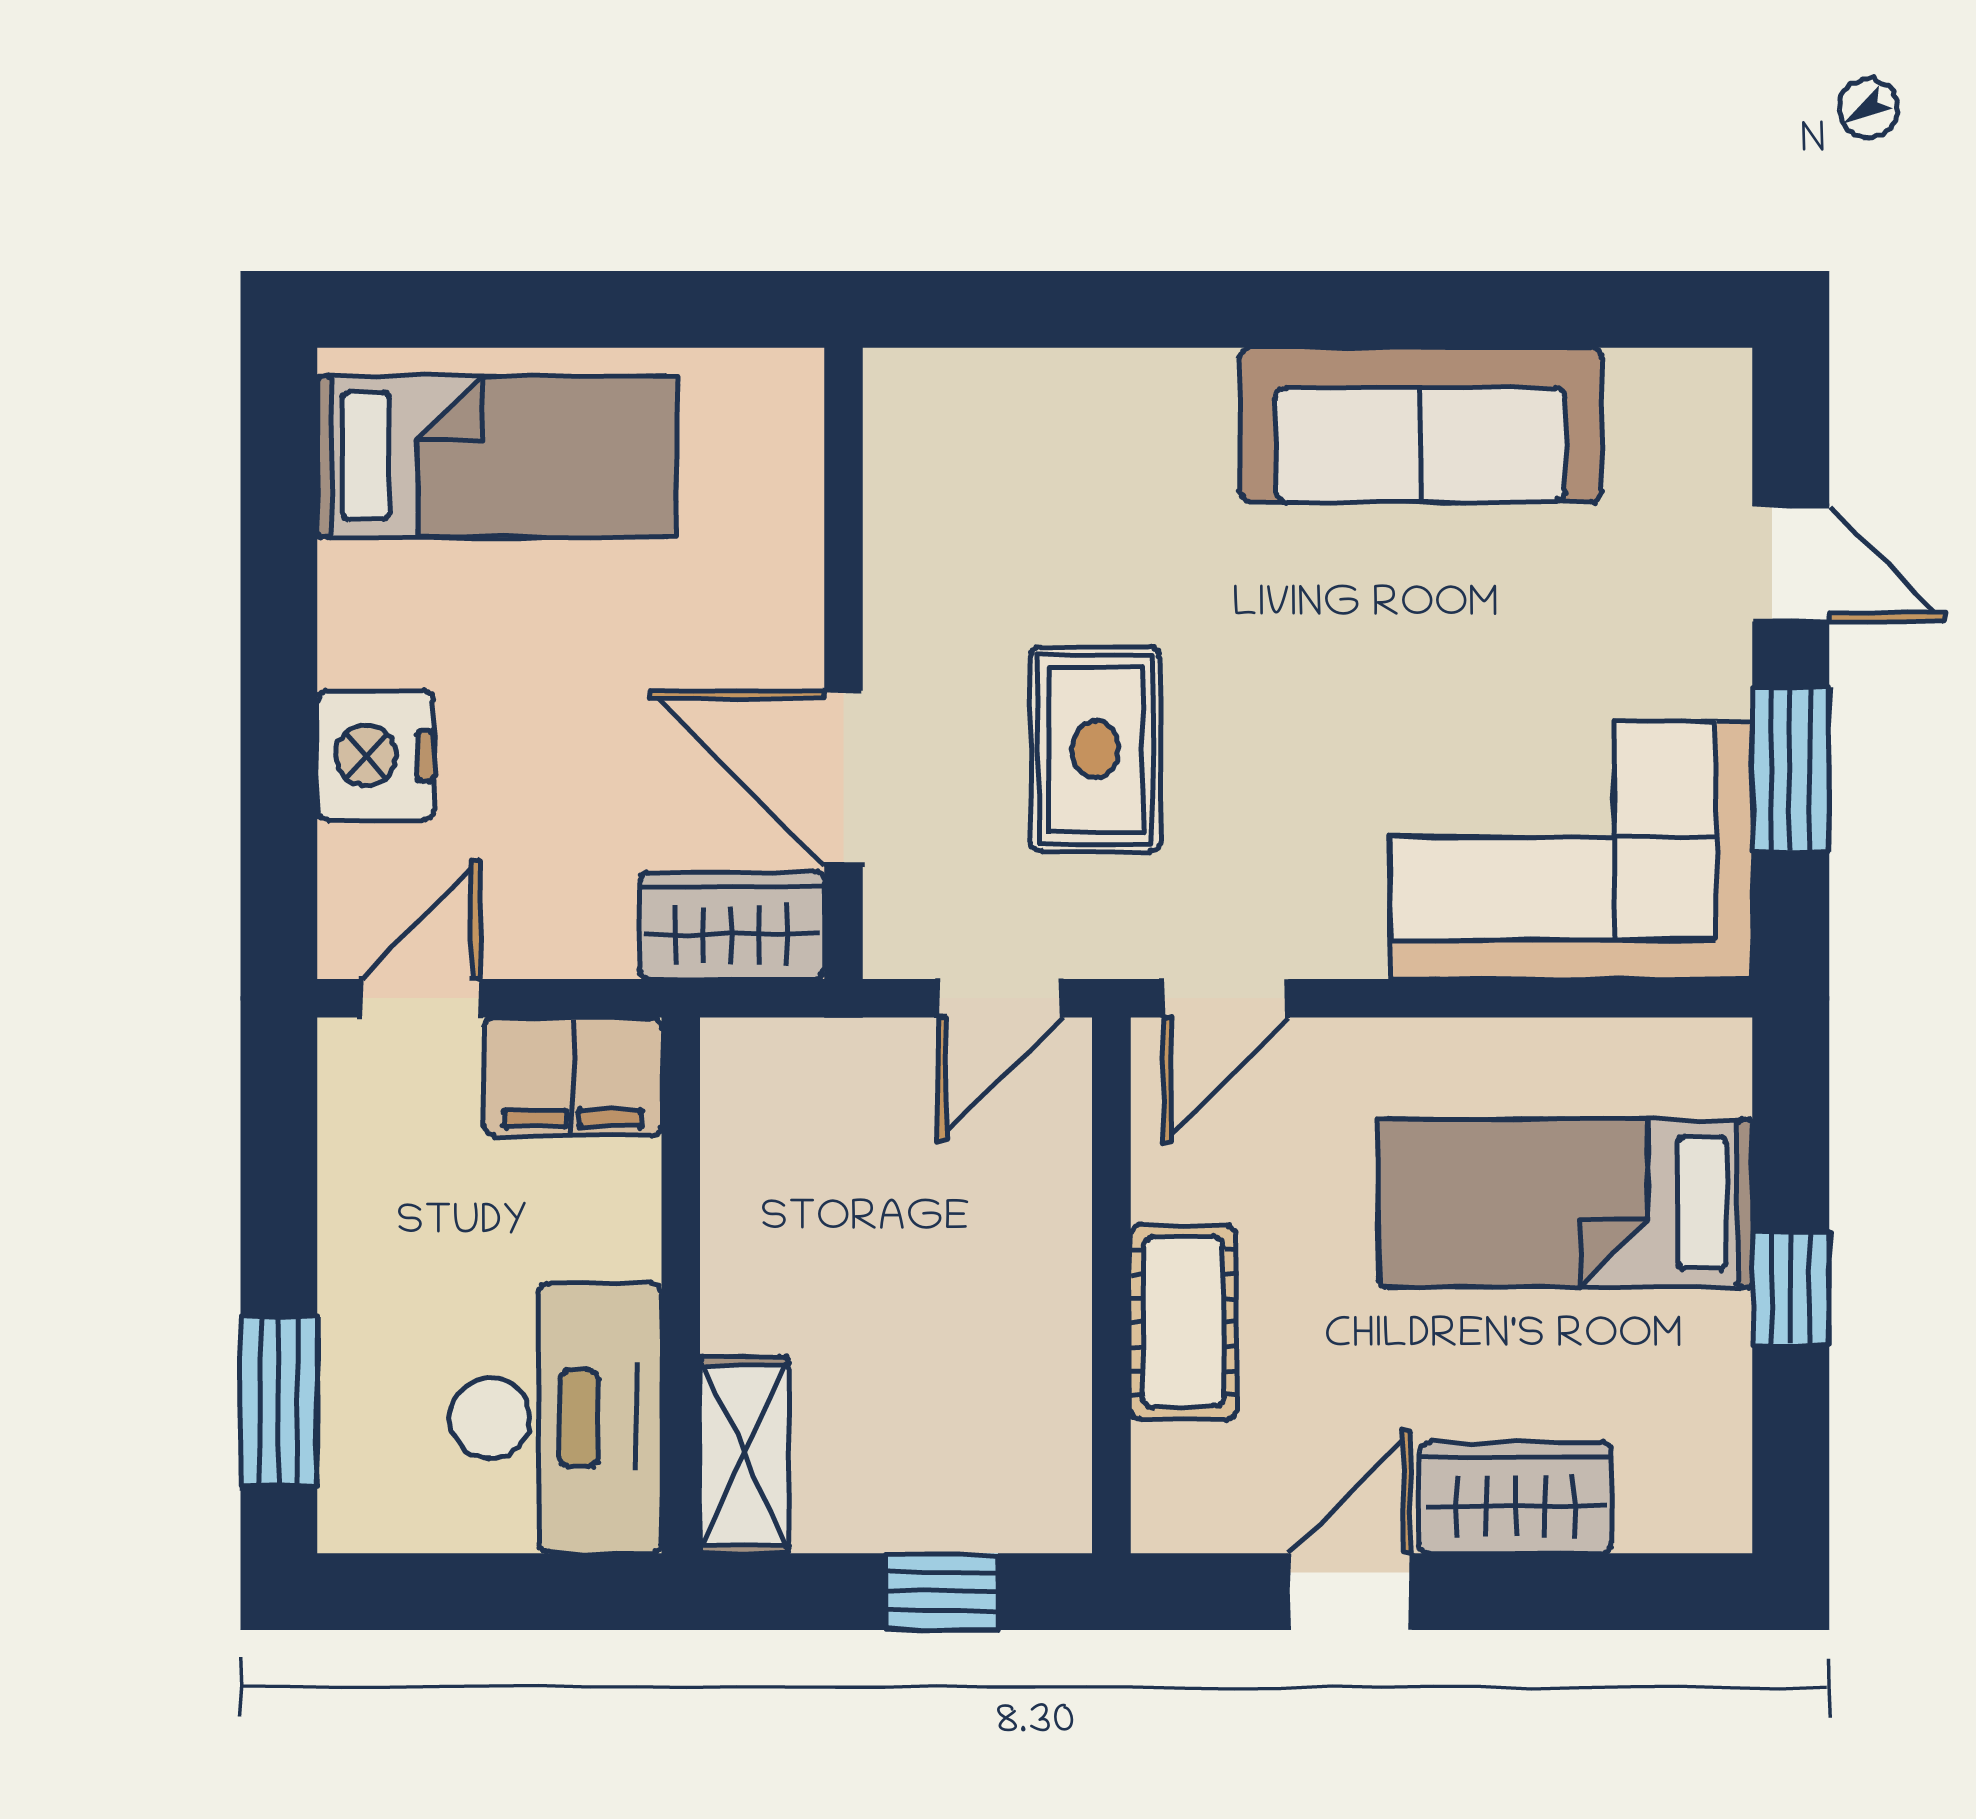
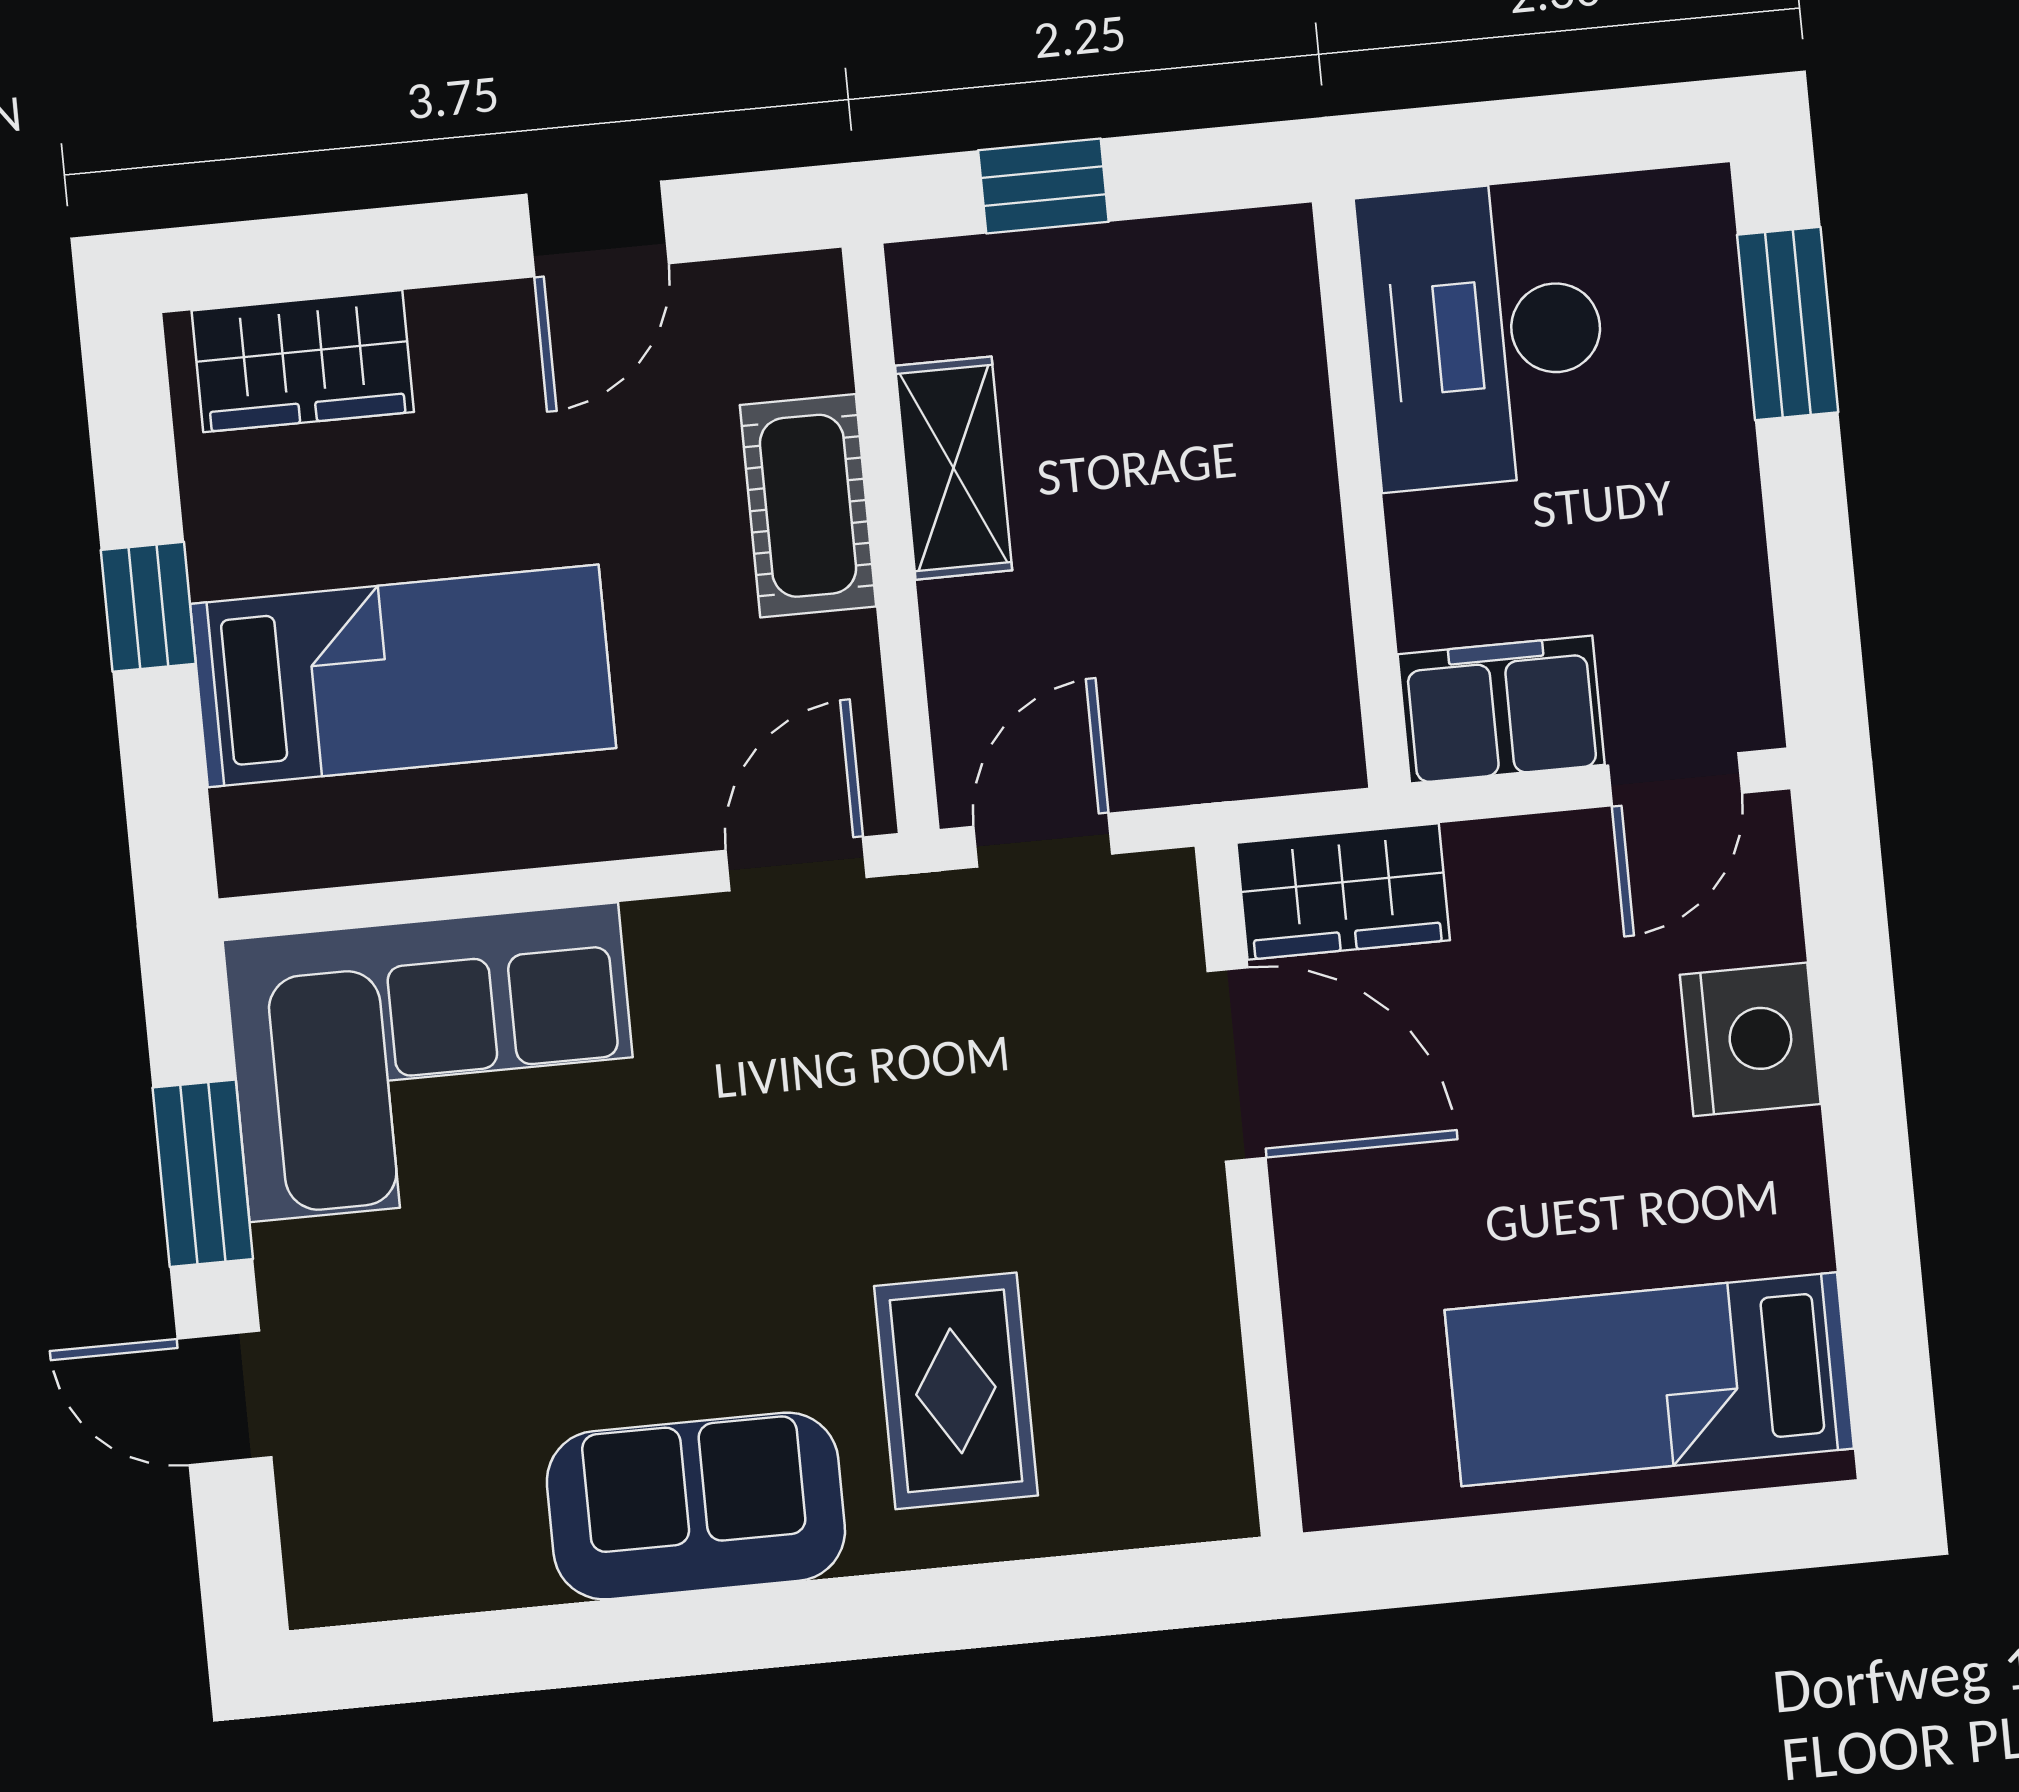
sofa: (1421, 425) -> (696, 1506), width x0.73
rug: (1096, 749) -> (956, 1391), moved
shelving: (744, 1455) -> (954, 468), moved
wardrobe: (1516, 1497) -> (303, 361), moved

